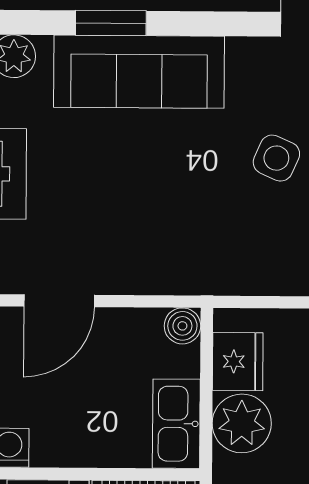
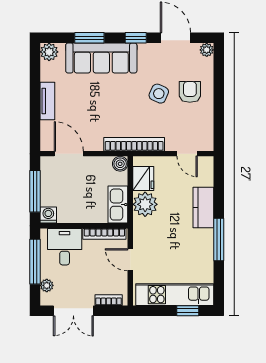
window: (222, 24) -> (136, 38), added
bookcase: (216, 279) -> (134, 144), added
door: (59, 301) -> (69, 154), swing flipped

